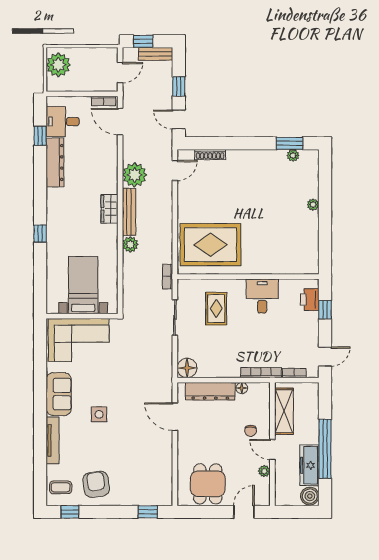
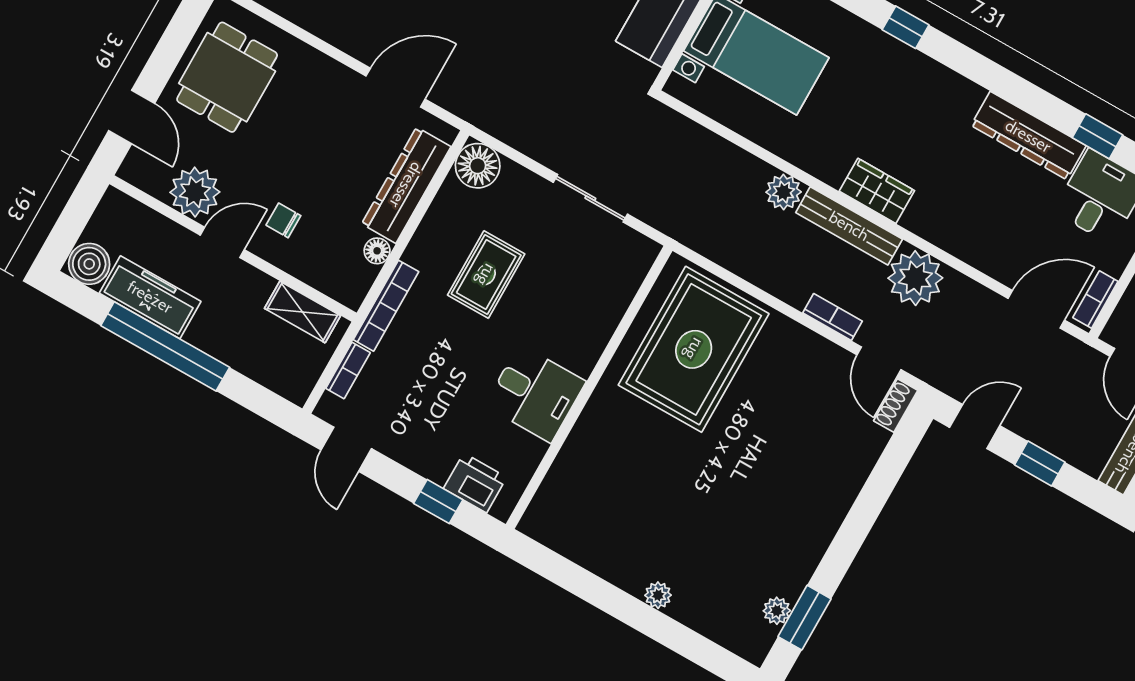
shoe rack: (210, 155) -> (896, 406), moved, width x0.70
bookcase: (168, 276) -> (833, 317), moved
rug: (216, 309) -> (486, 275), moved, turned 90
shelving: (284, 411) -> (302, 312), width x0.67, depth x0.75
plant: (264, 471) -> (195, 192), width x1.88, depth x1.88
dining table: (208, 484) -> (227, 77), turned 90

